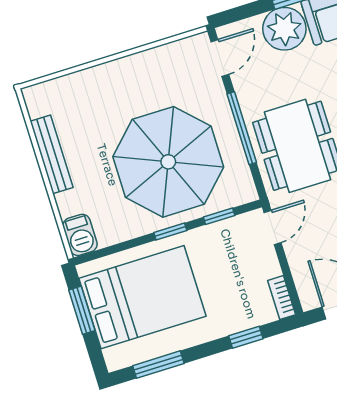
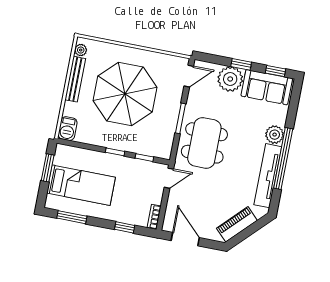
plant: (36, 106) -> (81, 50), added
window: (242, 128) -> (181, 118), width x0.69
parasol: (168, 162) -> (125, 94), moved
bed: (142, 297) -> (81, 185), width x0.67

